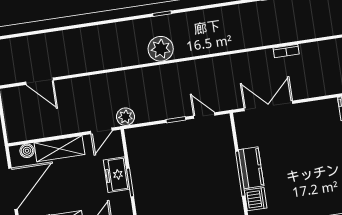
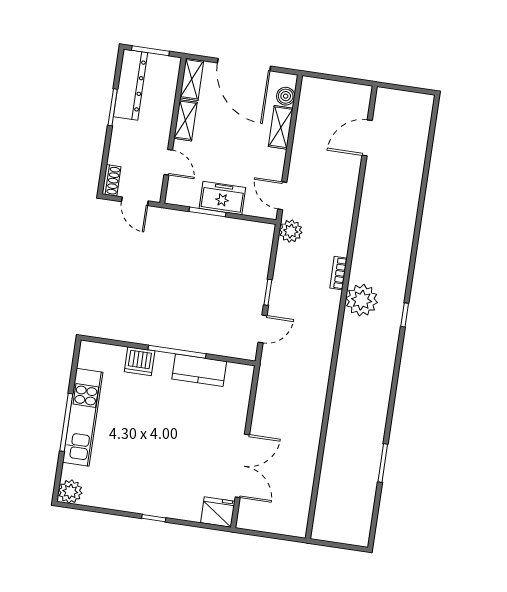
bookcase: (286, 51) -> (339, 273), moved
double door: (268, 106) -> (242, 466), moved
shelving: (59, 149) -> (281, 127), width x0.67, depth x0.75
kitchen counter: (251, 168) -> (199, 370), moved

